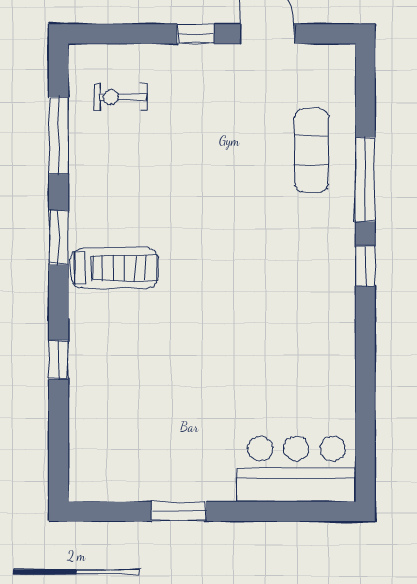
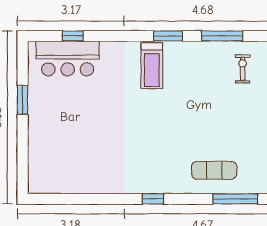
window: (365, 180) -> (235, 199), moved
window: (59, 360) -> (73, 36), moved
bar counter: (297, 469) -> (68, 58), moved, turned 90

